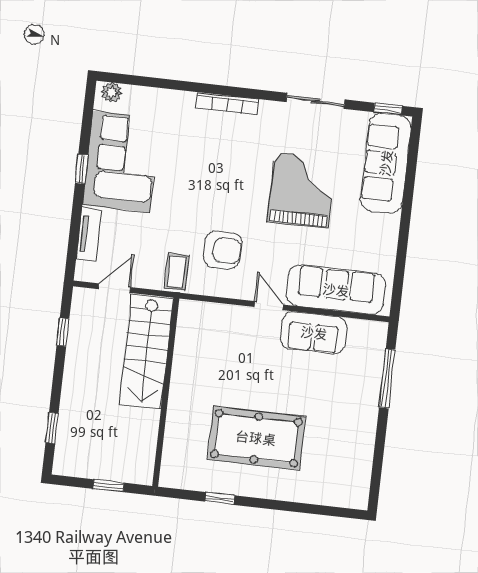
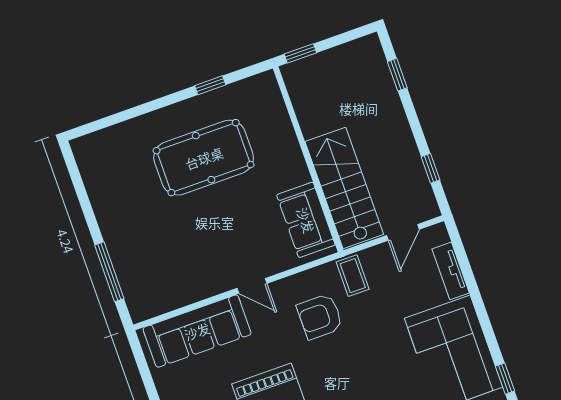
window: (82, 169) -> (505, 379), moved
sofa: (314, 333) -> (306, 220), moved, turned -90
window: (109, 486) -> (300, 53), moved

